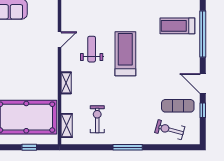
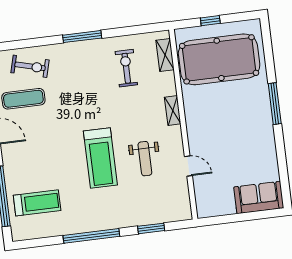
door: (59, 39) -> (188, 166), swing flipped
exercise bike: (97, 119) -> (126, 68), turned 180

